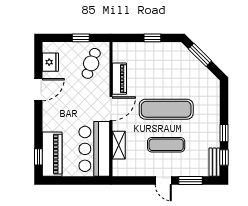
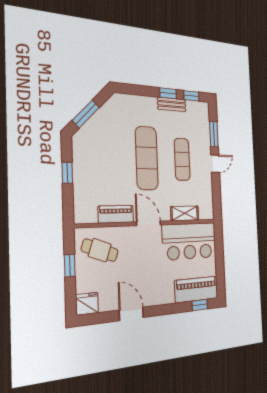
fridge: (50, 62) -> (87, 304), moved
bench: (214, 162) -> (172, 104), moved

